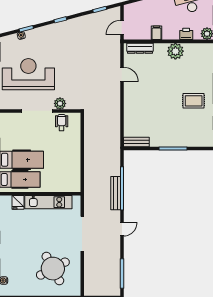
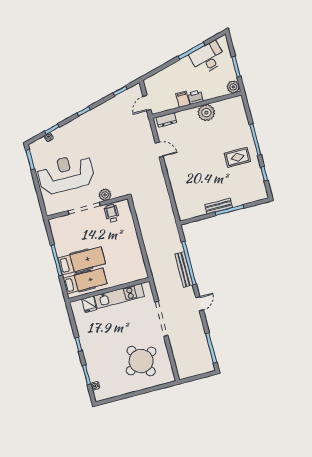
printer: (186, 34) -> (195, 97), moved
dresser: (140, 48) -> (166, 120), width x0.70
bench: (136, 142) -> (219, 206), moved

